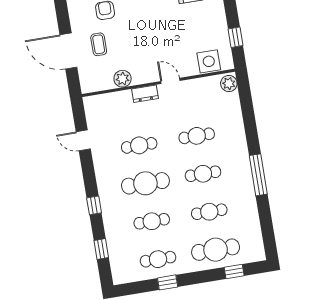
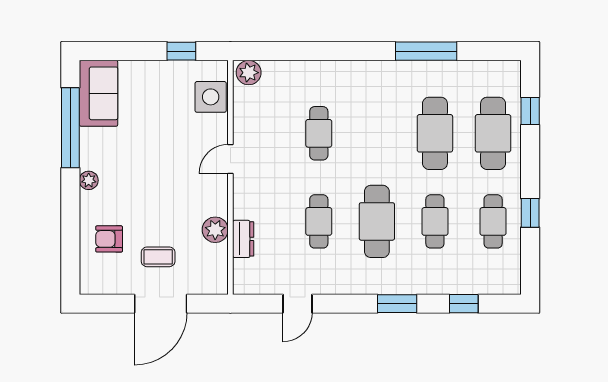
dresser: (145, 94) -> (243, 239), moved
cafe table: (203, 174) -> (377, 133), removed
window: (258, 175) -> (426, 51), moved
window: (94, 205) -> (397, 304), width x1.50
cafe table: (209, 212) -> (435, 133), width x1.37, depth x1.35

